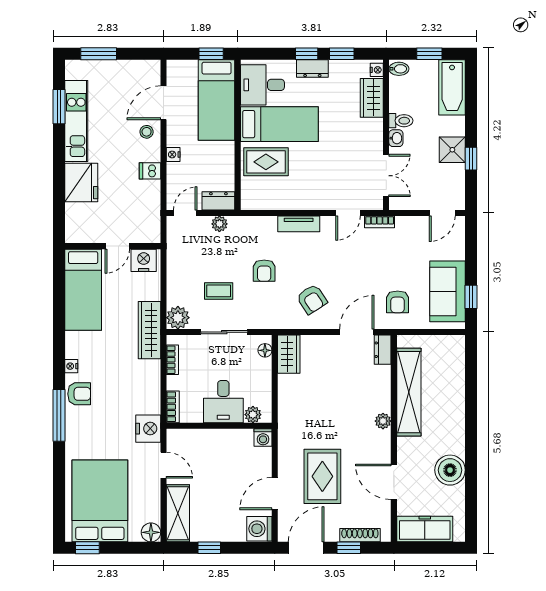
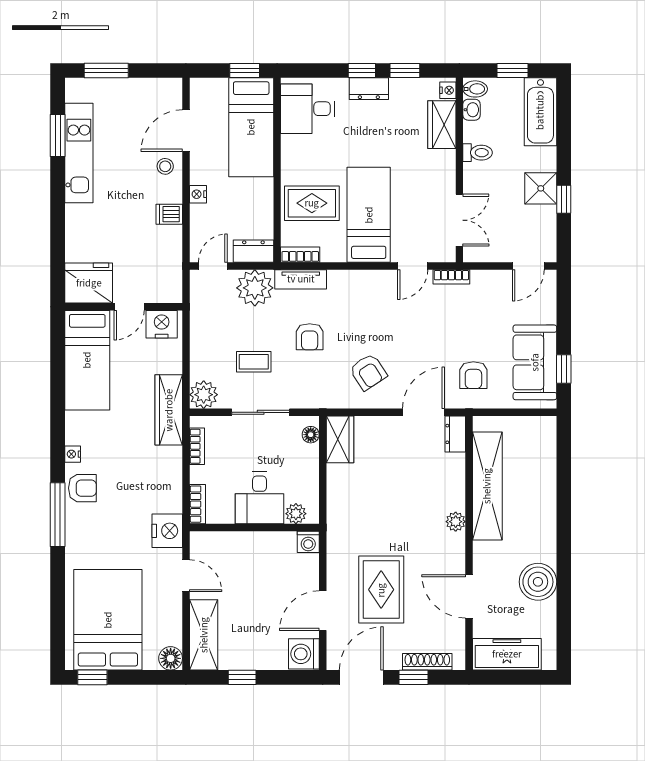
bed: (279, 124) -> (369, 215), moved, turned -90
washbasin: (396, 138) -> (472, 110), moved
fridge: (81, 183) -> (89, 283), moved, turned -90
bookcase: (256, 204) -> (300, 255), added
plant: (219, 224) -> (255, 288), width x1.87, depth x1.87
tv unit: (299, 224) -> (301, 279), moved

